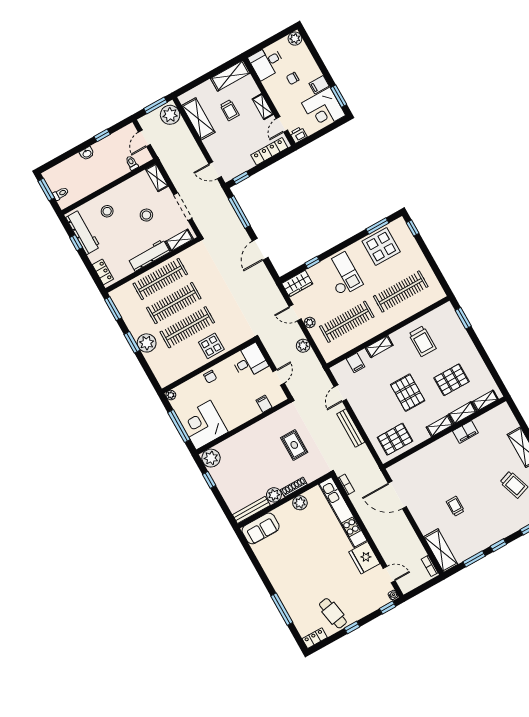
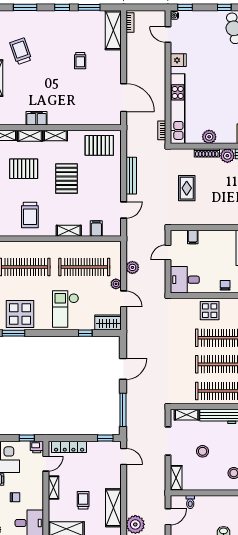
window: (312, 138) -> (27, 438), added
trolley: (422, 341) -> (30, 215), turned 180
fridge: (364, 558) -> (178, 60), width x0.53, depth x0.75

